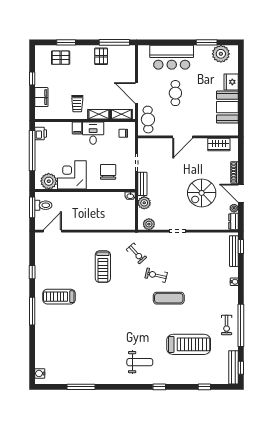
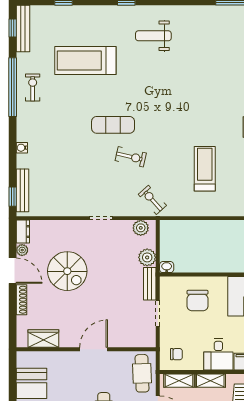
spiral stairs: (202, 193) -> (67, 271), turned 90
exercise bike: (136, 253) -> (152, 200), moved

